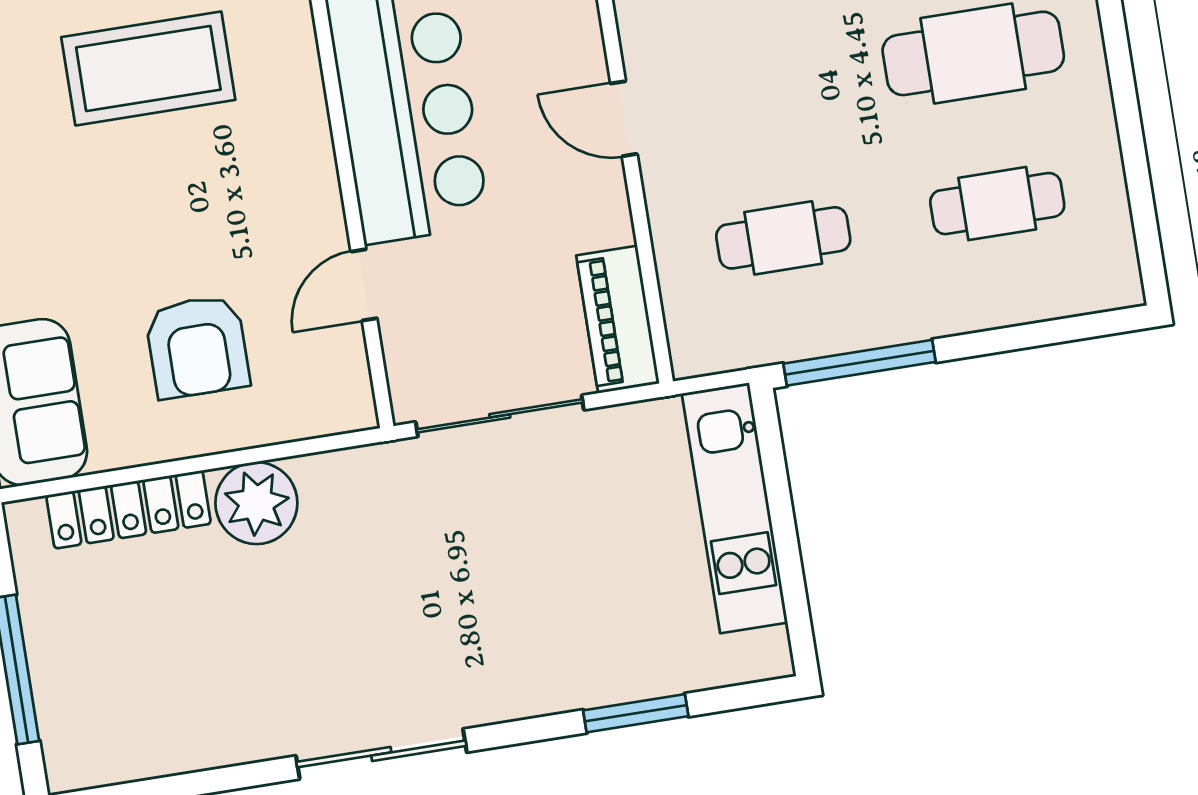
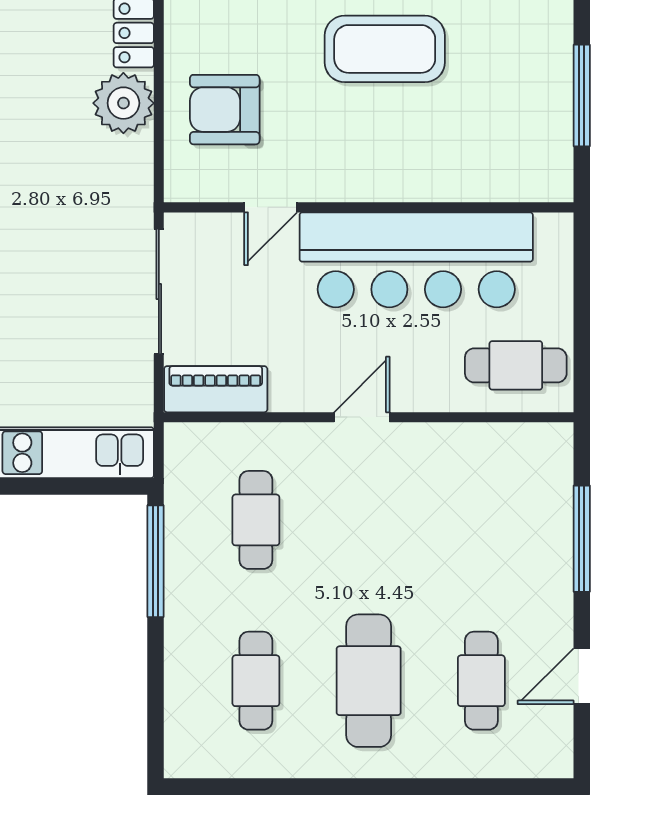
coffee table: (148, 68) -> (385, 49), moved, turned 90
door: (364, 285) -> (271, 207), swing flipped
armchair: (197, 347) -> (225, 110), moved

